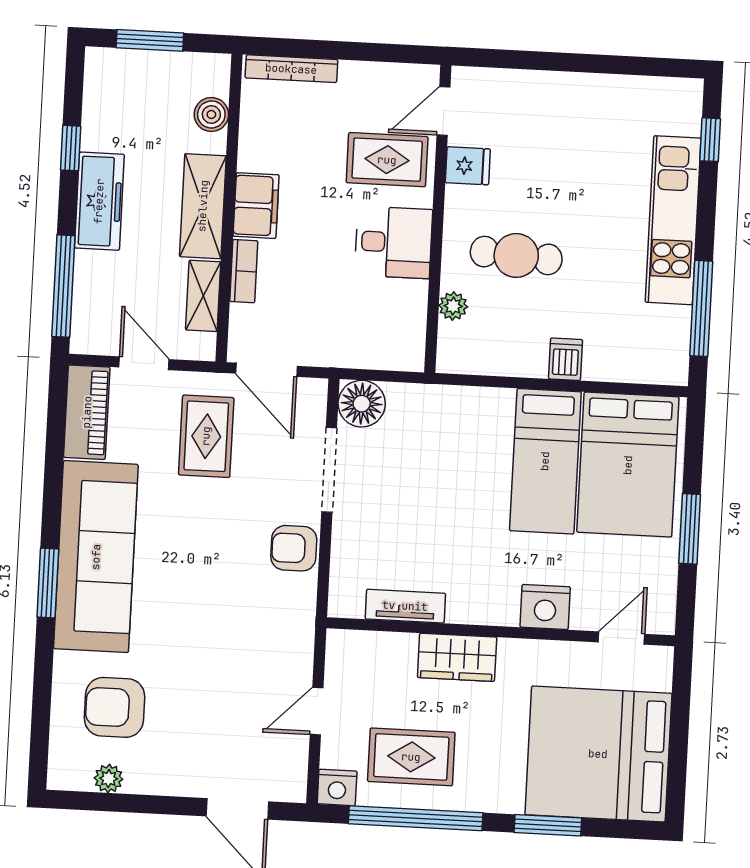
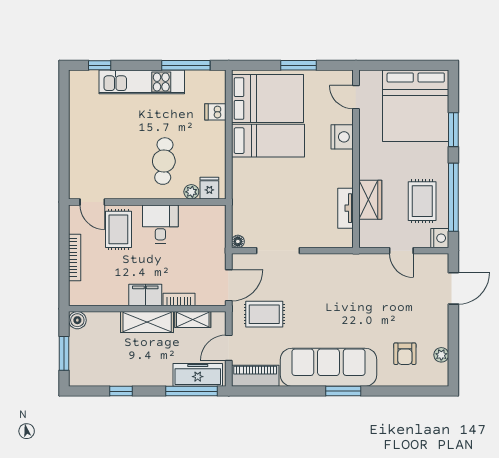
bookcase: (291, 69) -> (75, 257), moved
boiler: (211, 114) -> (77, 320), moved
fridge: (468, 166) -> (209, 188), moved
freezer: (99, 201) -> (198, 375), moved
dishwasher: (566, 359) -> (215, 112), moved
floor lamp: (362, 404) -> (238, 241), width x0.53, depth x0.53
armchair: (294, 548) -> (319, 267), removed
wardrobe: (457, 657) -> (370, 200), moved
armchair: (115, 707) -> (405, 354), width x0.72, depth x0.72

